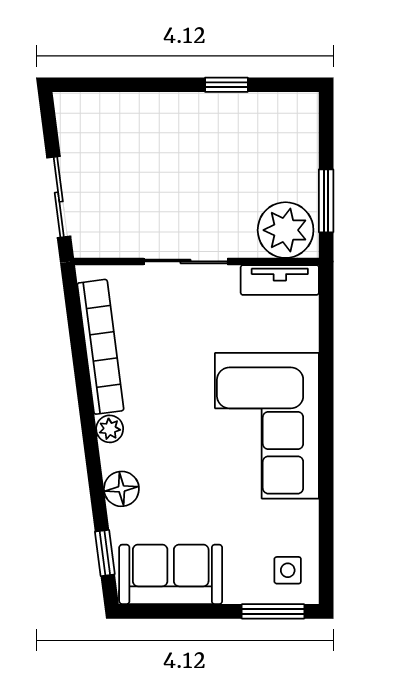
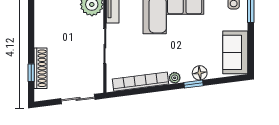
window: (226, 85) -> (31, 73), moved
shoe rack: (133, 107) -> (41, 68), added
window: (105, 553) -> (193, 84), moved

